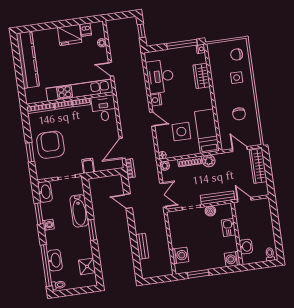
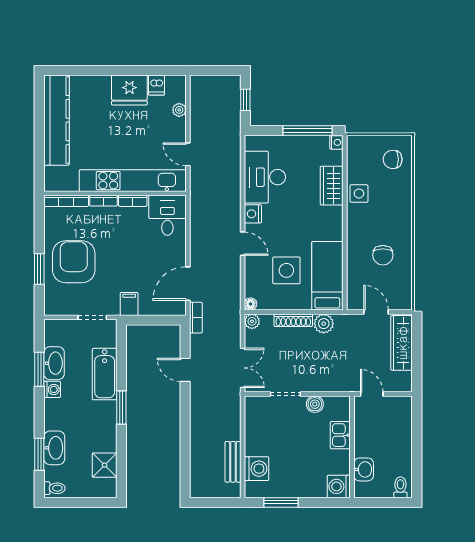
side table: (237, 78) -> (359, 193), moved
washbasin: (45, 192) -> (54, 363), moved
bench: (217, 198) -> (329, 385), removed
bench: (142, 246) -> (233, 462), moved
window: (46, 266) -> (39, 454), width x0.47

